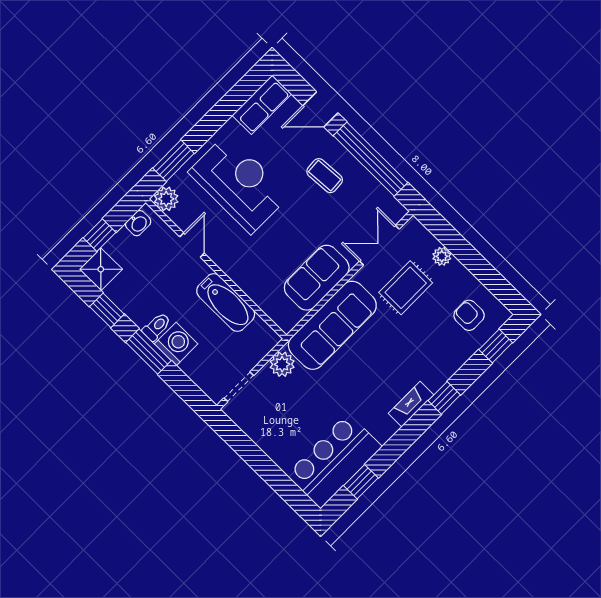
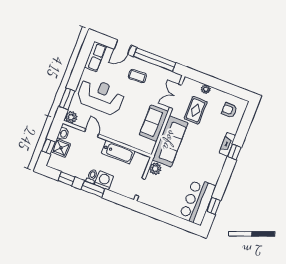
shower: (101, 269) -> (61, 148), moved
window: (496, 346) -> (247, 119), removed
fireplace: (411, 404) -> (227, 144), moved

